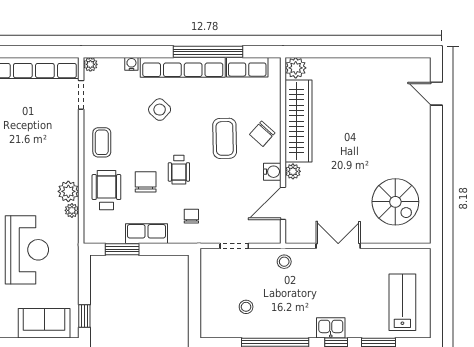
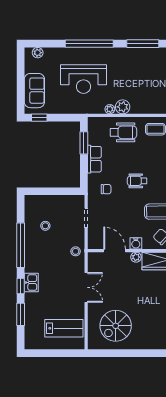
chair: (146, 182) -> (129, 159), removed
lab bench: (402, 302) -> (64, 328), moved

